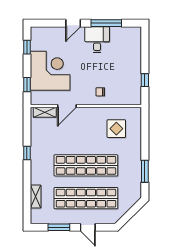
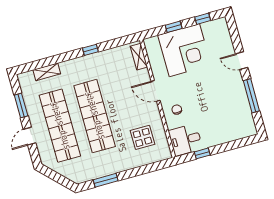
desk: (97, 40) -> (185, 140), moved, turned 180
window: (27, 85) -> (174, 27), moved
door: (67, 106) -> (156, 91), moved

